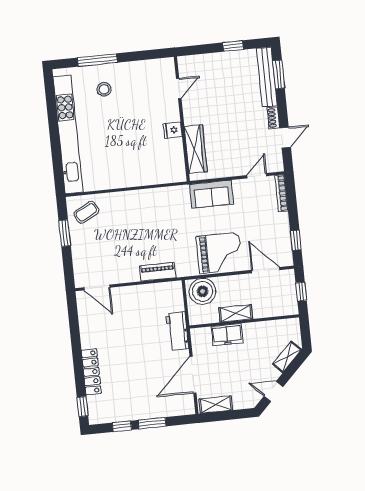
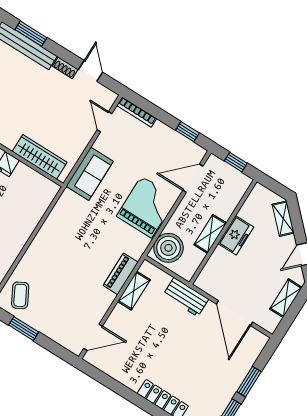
shelving: (153, 291) -> (134, 291), added
freezer: (227, 335) -> (236, 235), moved
shelving: (216, 405) -> (286, 298), moved

